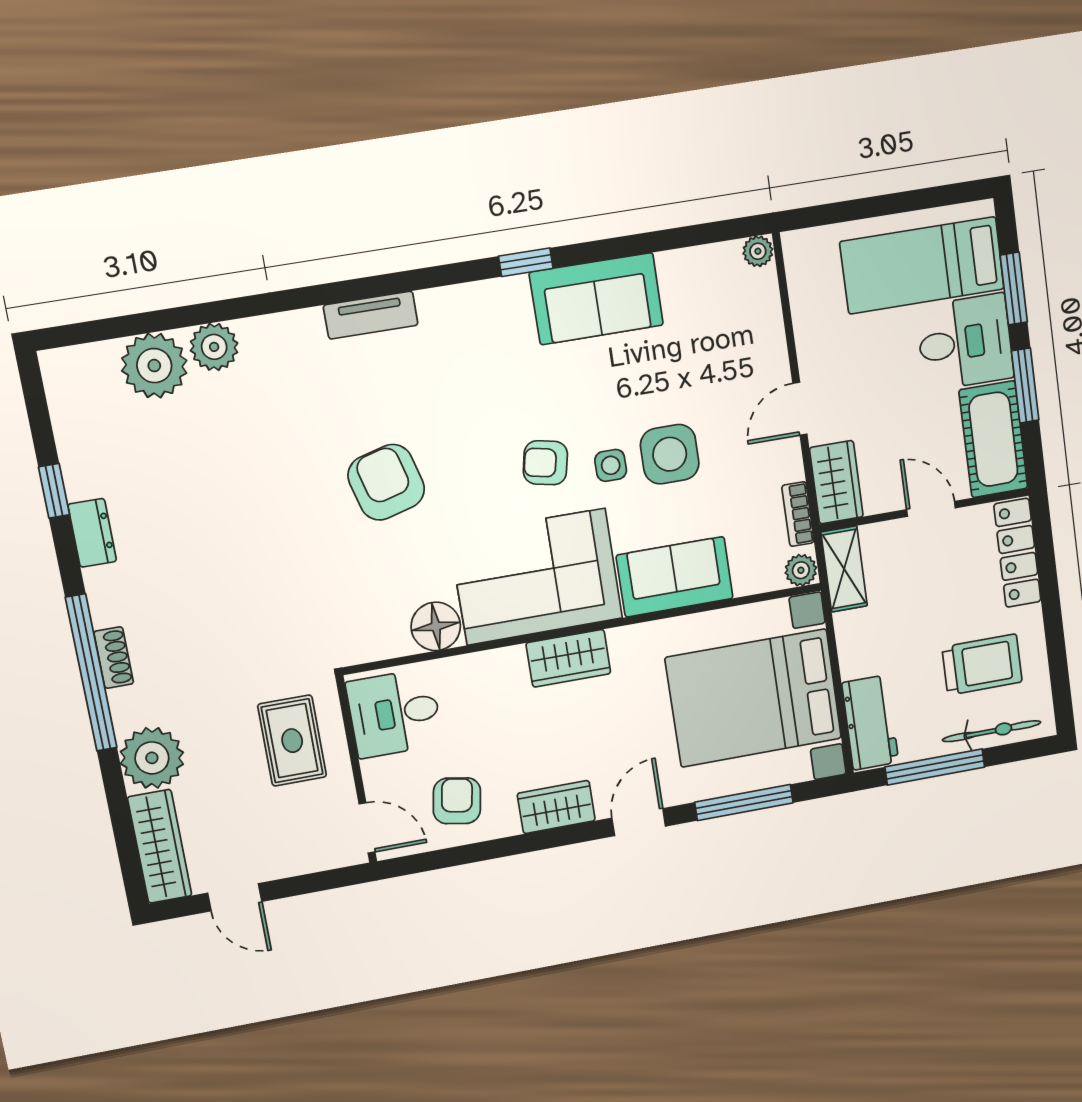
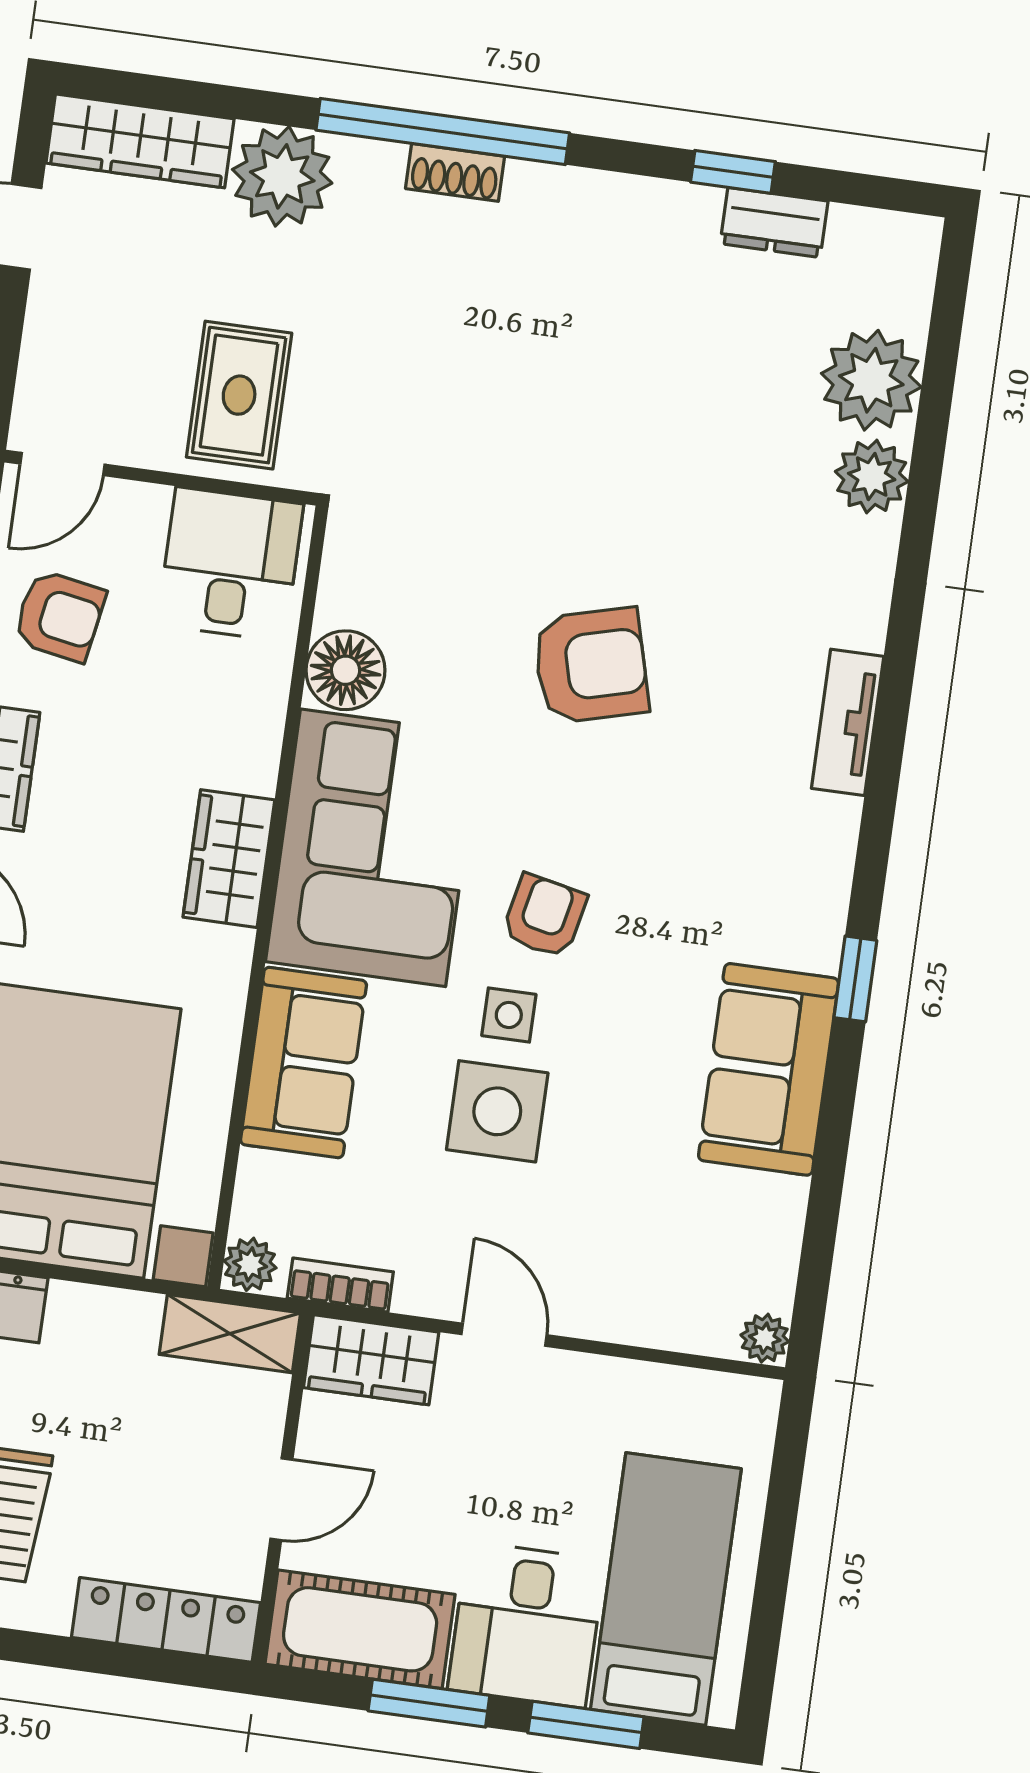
dresser: (92, 533) -> (774, 222), moved
rug: (292, 741) -> (239, 395), turned 90

